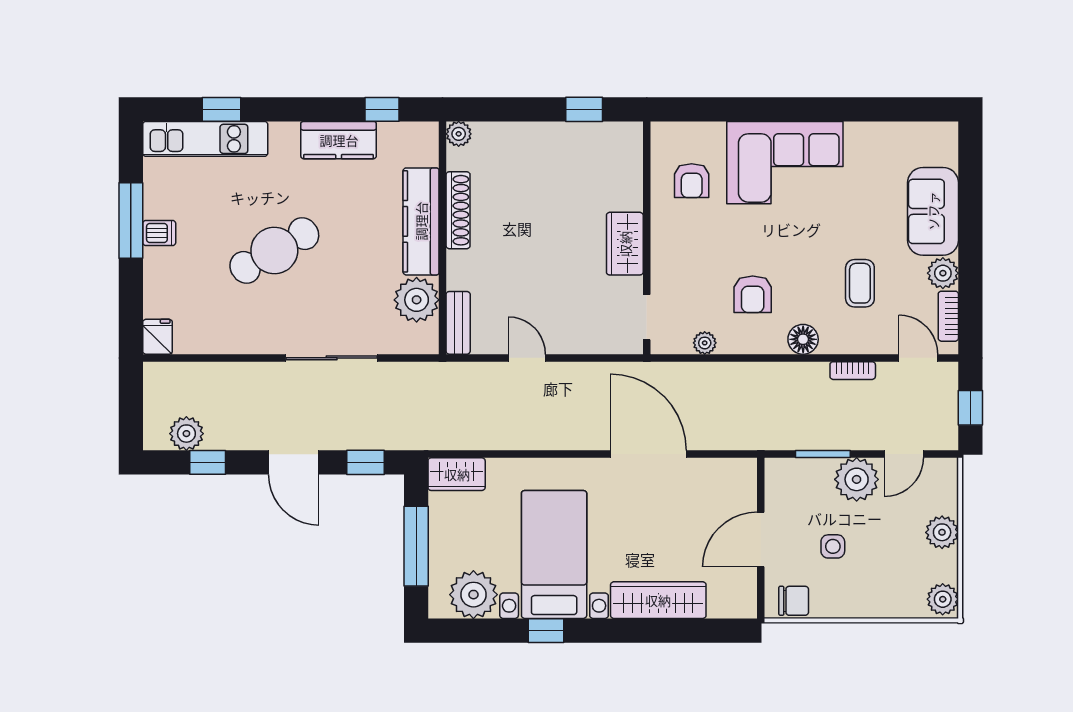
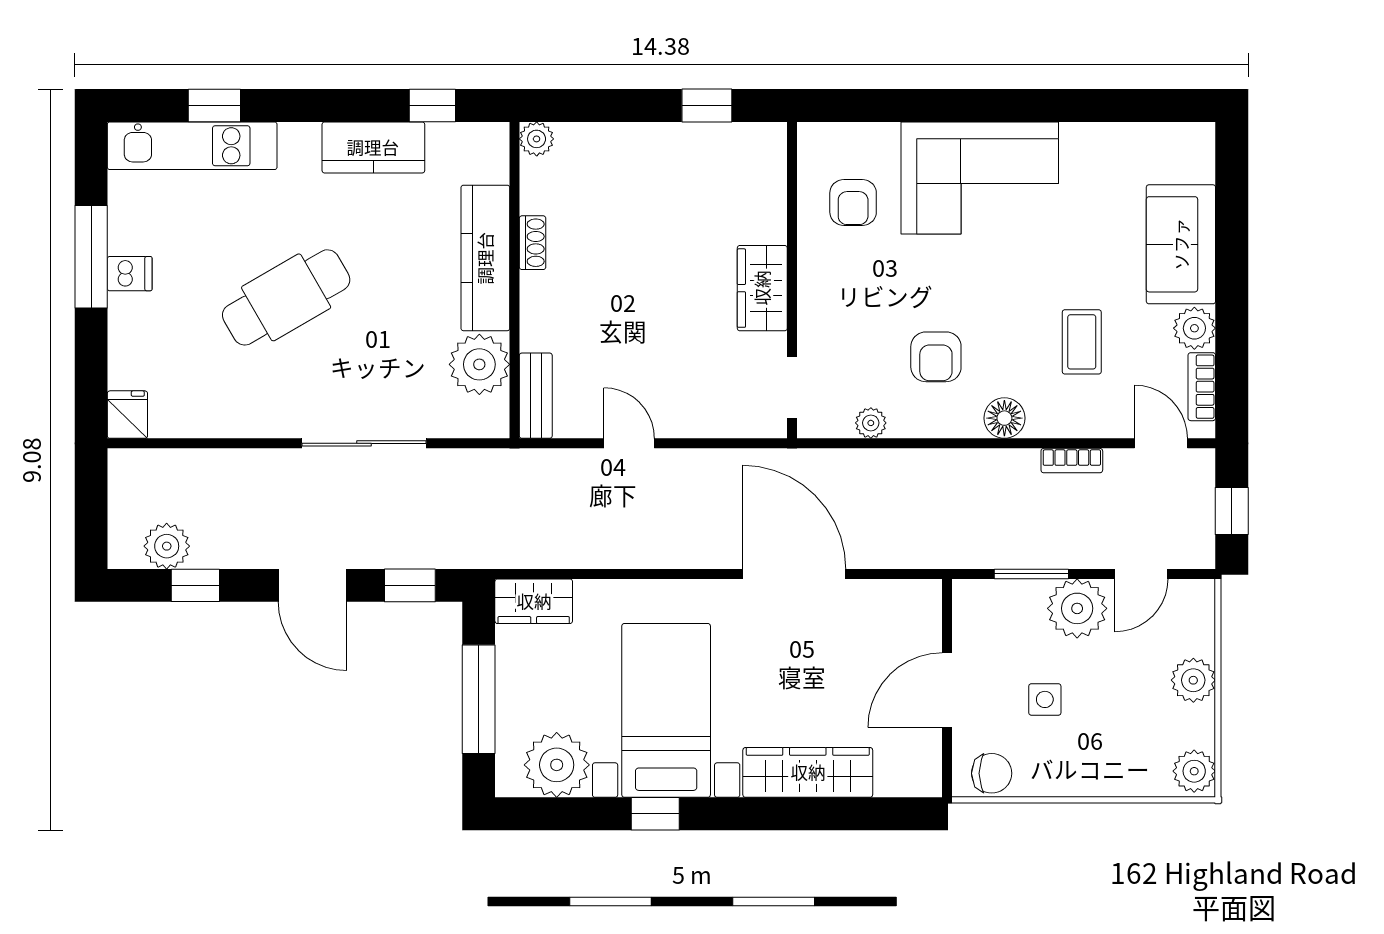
shoe rack: (458, 210) -> (533, 243), width x0.51, depth x0.81

